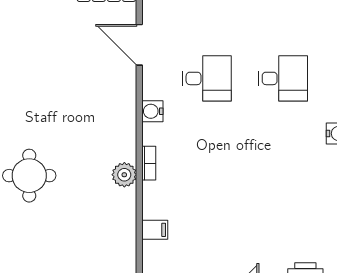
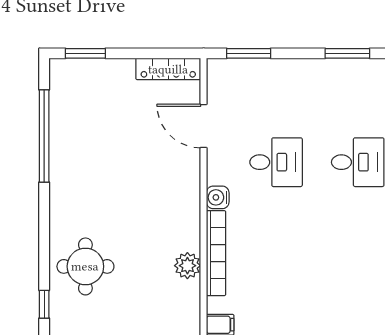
bookcase: (149, 163) -> (216, 253), width x2.31, depth x1.31

